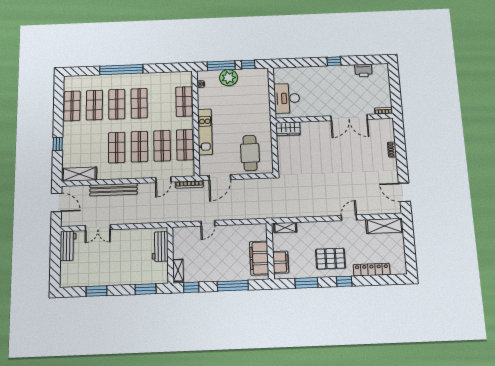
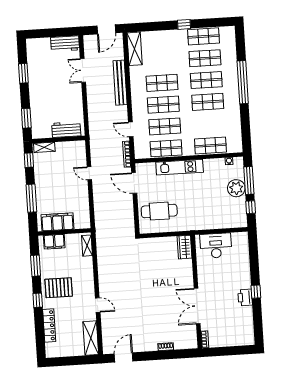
printer: (363, 70) -> (245, 297), moved
window: (58, 144) -> (184, 24), moved
pallet: (330, 259) -> (59, 288), turned 90

